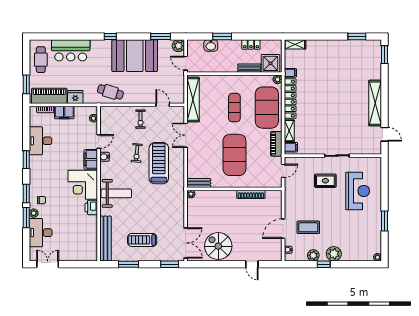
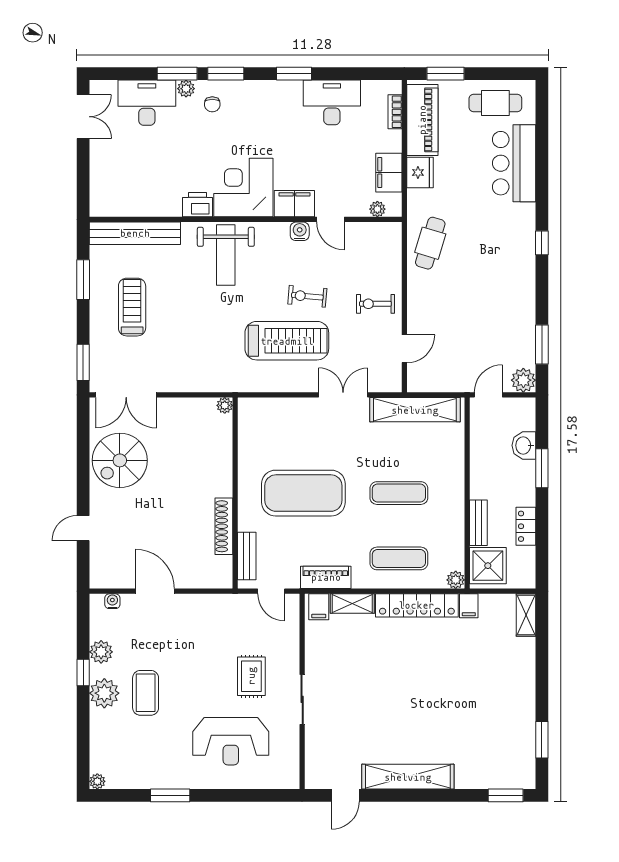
booth: (135, 56) -> (503, 292), removed
exercise mat: (267, 108) -> (399, 558), width x0.50, depth x0.69
filing cabinet: (64, 112) -> (389, 173), moved
bench: (199, 183) -> (247, 556), moved
coffee table: (308, 227) -> (146, 693), moved
spiral stairs: (218, 246) -> (120, 460), turned 180

